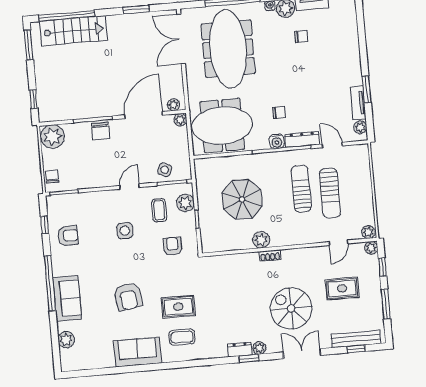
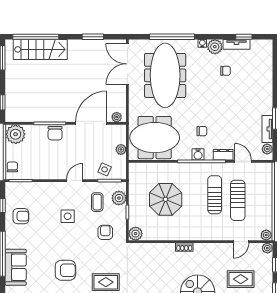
plant: (180, 120) -> (121, 149), moved
dresser: (302, 139) -> (223, 155), width x0.70
plant: (261, 240) -> (136, 234), moved
armchair: (128, 297) -> (65, 270), turned -81

